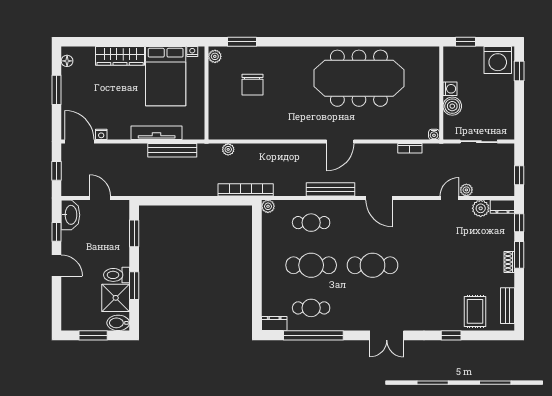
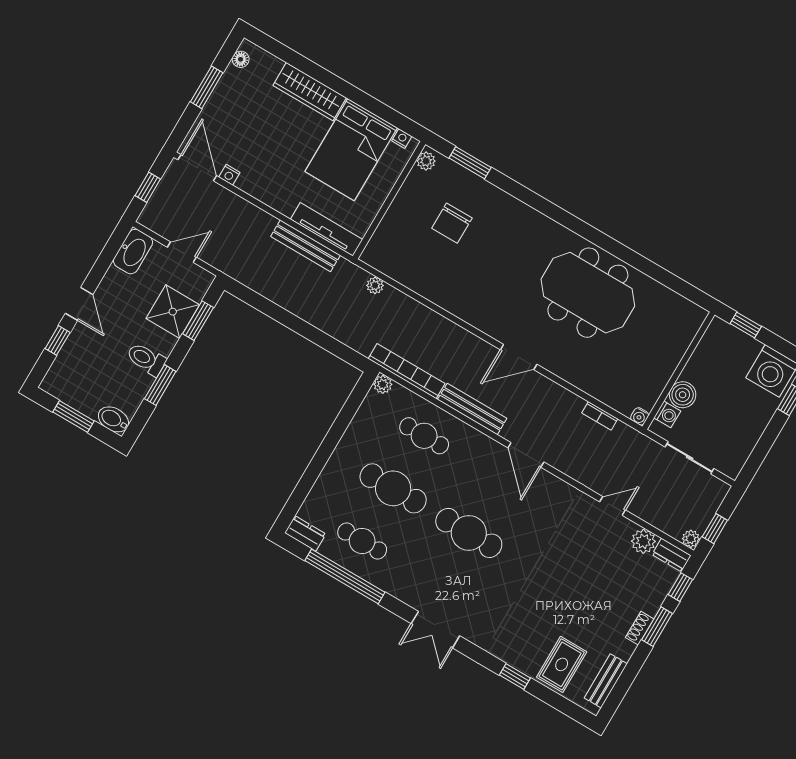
meeting table: (359, 78) -> (588, 293), width x0.73
washing machine: (450, 89) -> (667, 414), moved
tv unit: (157, 133) -> (327, 229), moved
bookcase: (246, 190) -> (407, 371), moved
plant: (466, 190) -> (691, 539), moved
door: (100, 198) -> (182, 252), hinge flipped
window: (57, 232) -> (58, 340), moved
shower: (116, 298) -> (173, 312), moved

